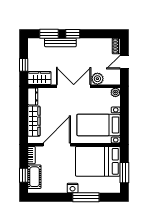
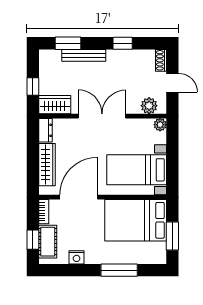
window: (73, 34) -> (123, 43), moved
door: (124, 62) -> (172, 83), swing flipped
plant: (97, 79) -> (149, 106), moved
nightstand: (73, 188) -> (77, 257), moved

